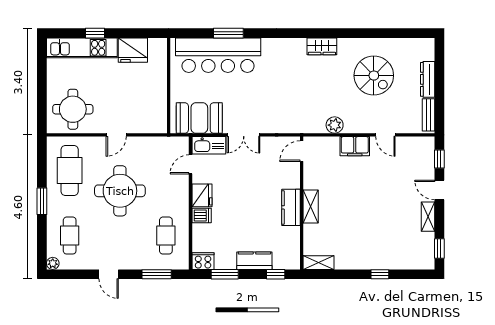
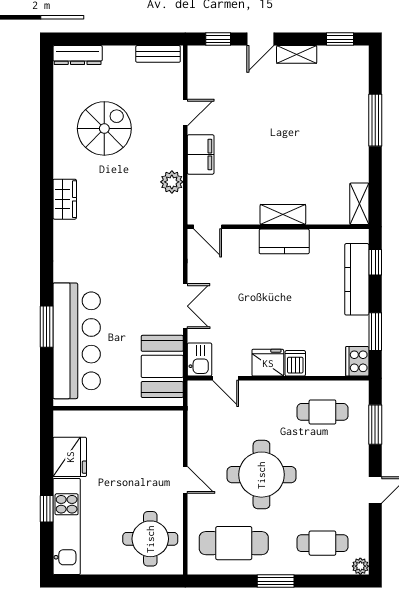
dresser: (428, 79) -> (78, 55), moved
kitchen sink: (209, 145) -> (199, 360), width x0.73
kitchen counter: (254, 261) -> (357, 279), width x1.50
window: (380, 274) -> (375, 120), width x2.17

